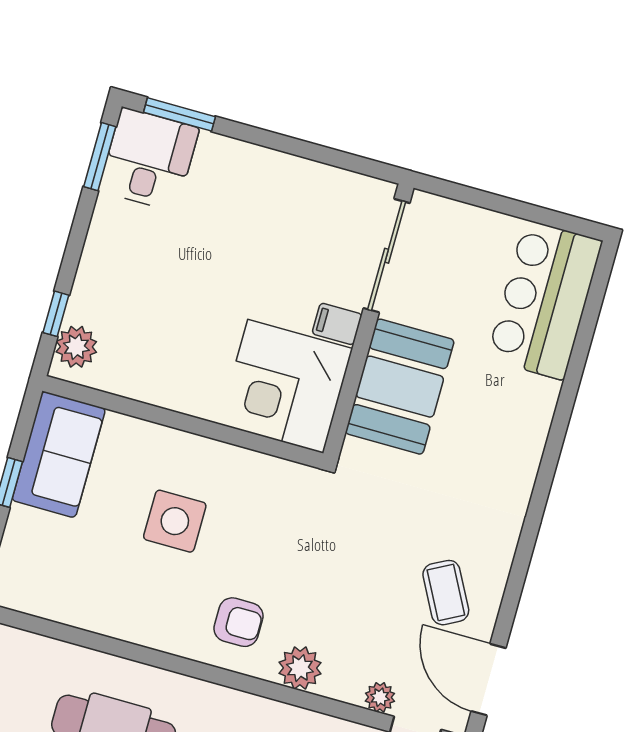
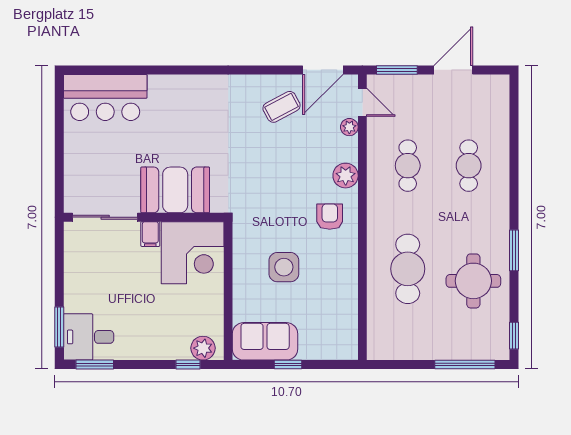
sliding door: (387, 256) -> (105, 217), moved
wall: (369, 321) -> (144, 217), moved
filing cabinet: (337, 324) -> (150, 234), moved
corner desk: (286, 386) -> (193, 253), moved
booth: (400, 387) -> (175, 190), moved

